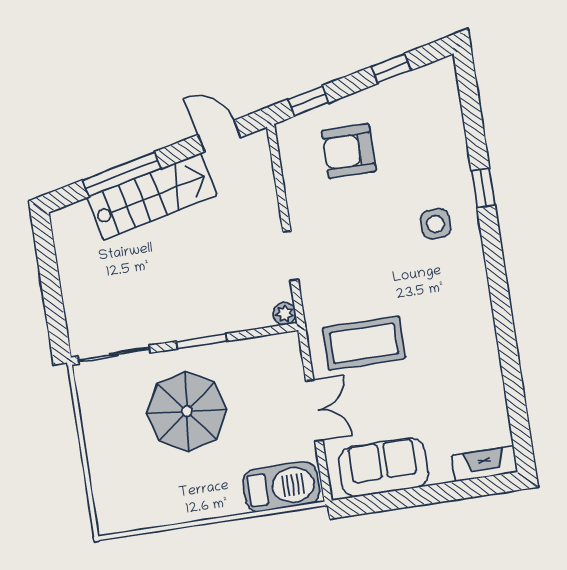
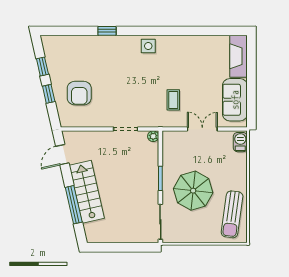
window: (308, 101) -> (49, 94), moved
side table: (436, 224) -> (148, 46), moved
coffee table: (364, 343) -> (173, 100), width x0.54, depth x0.58
fireplace: (485, 464) -> (238, 56), width x1.37, depth x1.32
barbecue: (281, 487) -> (240, 142), width x0.53, depth x0.65
sun lounger: (151, 497) -> (232, 214), added

